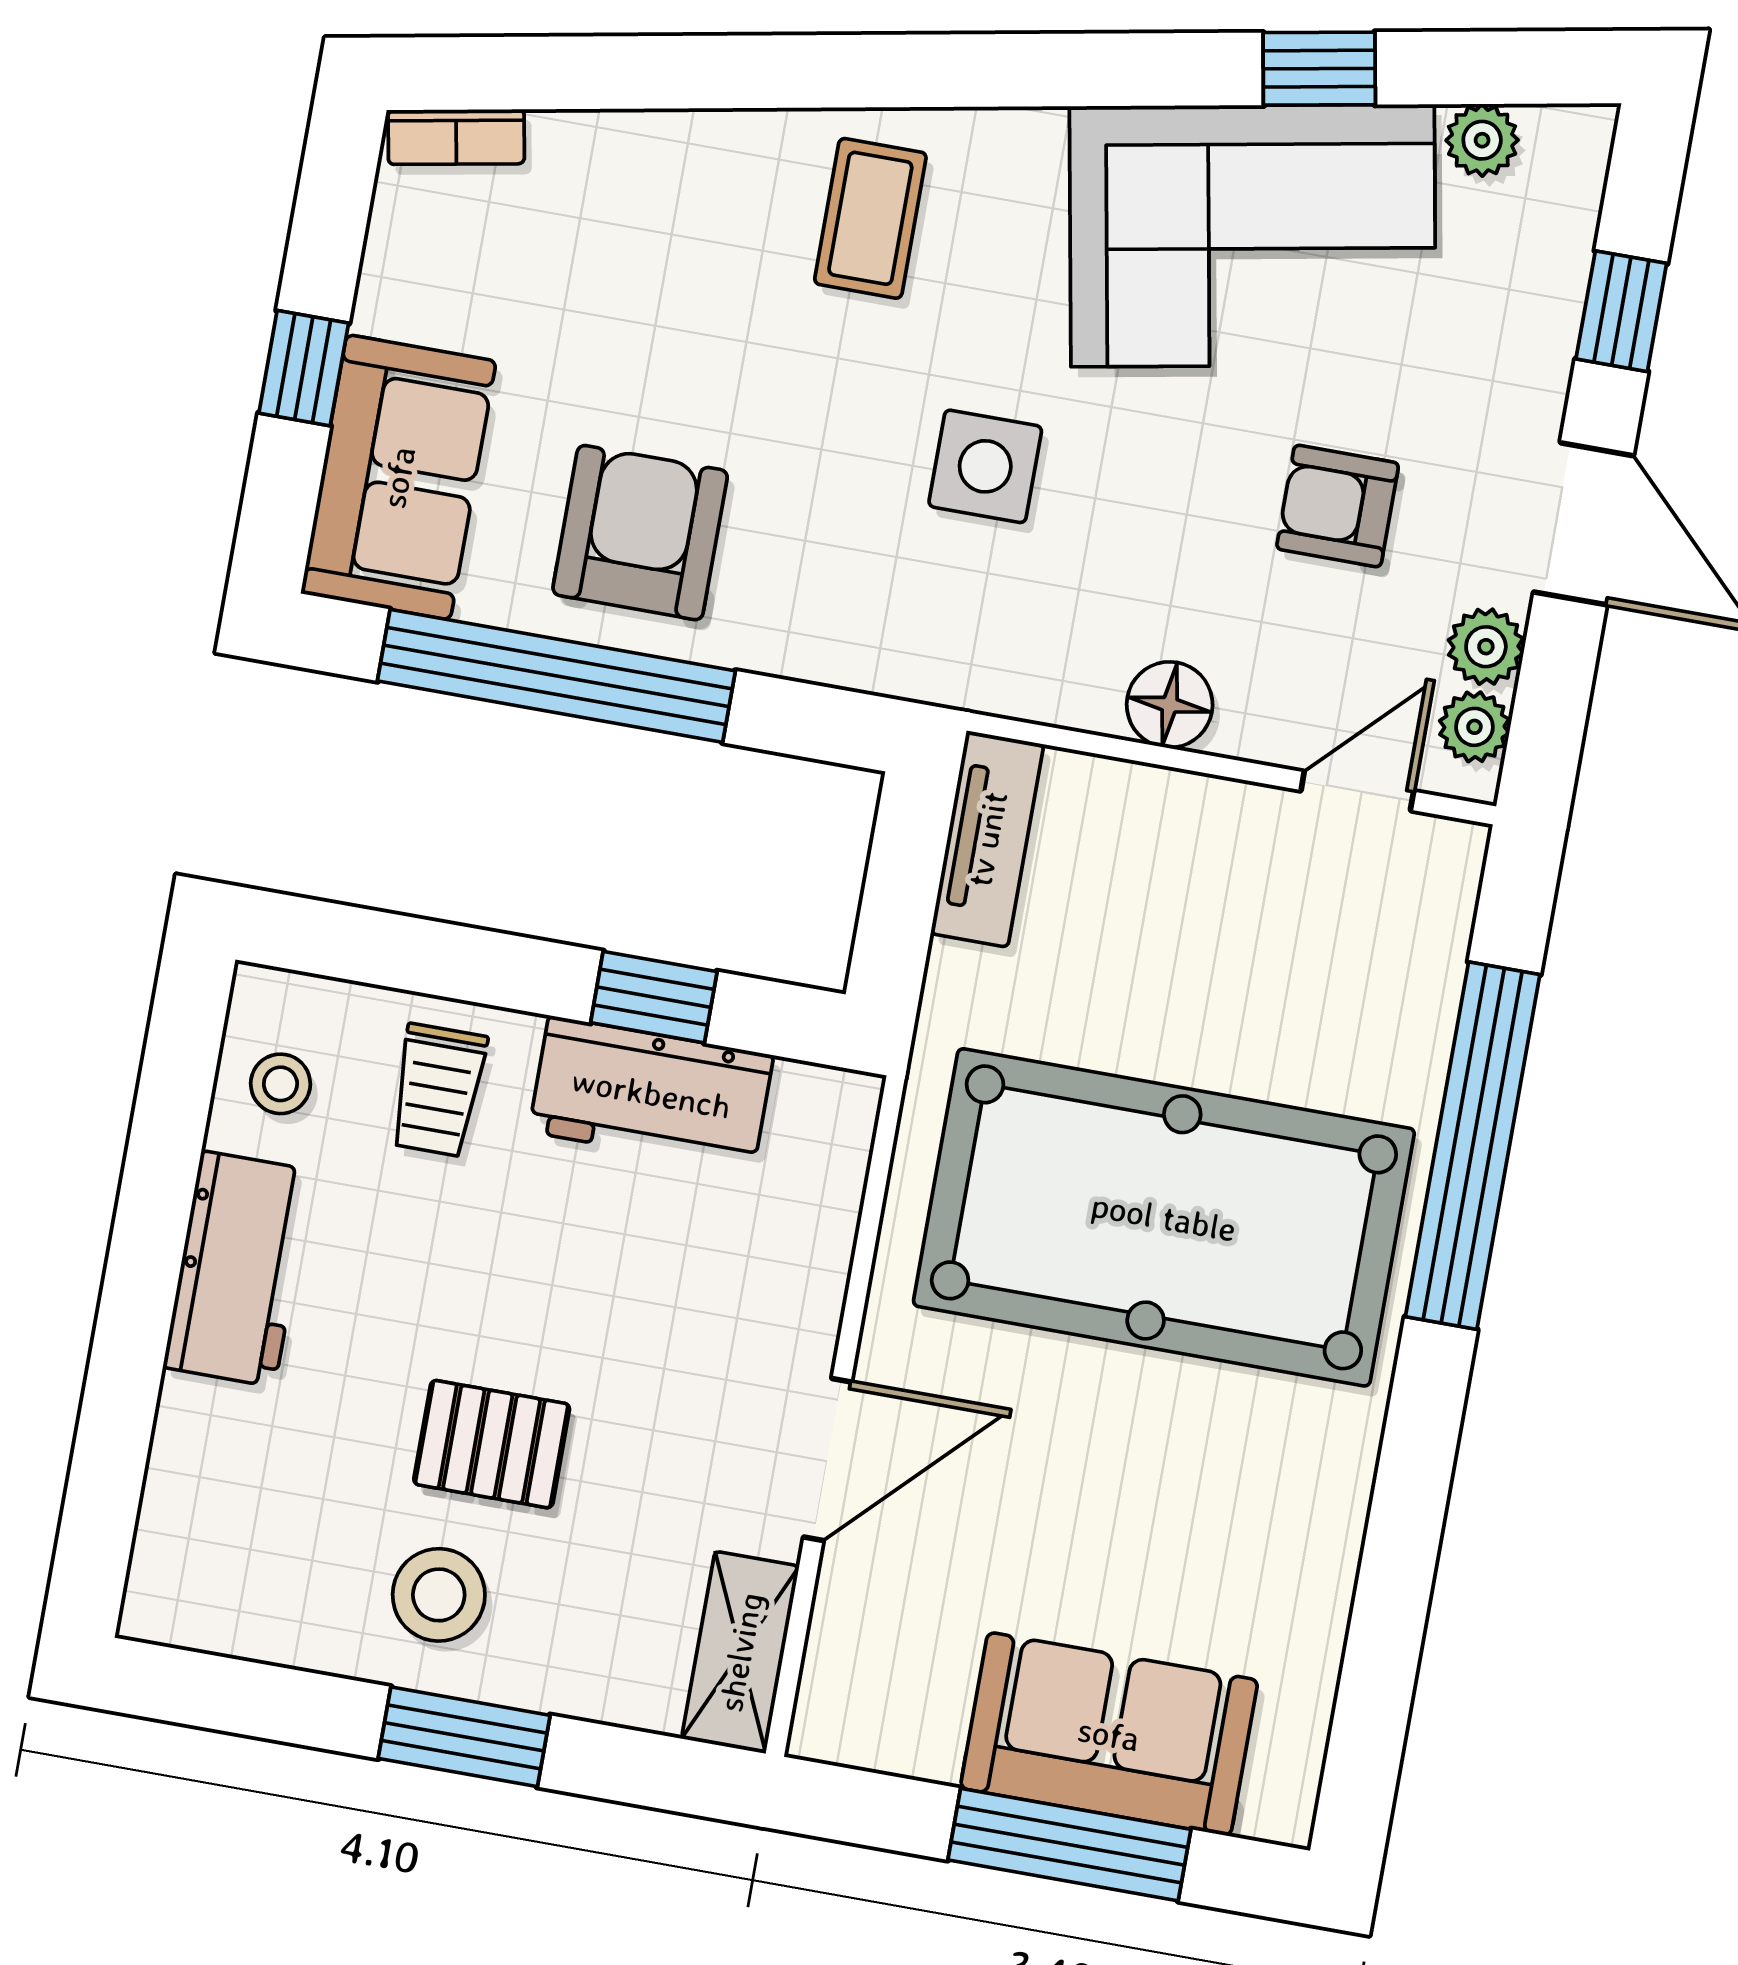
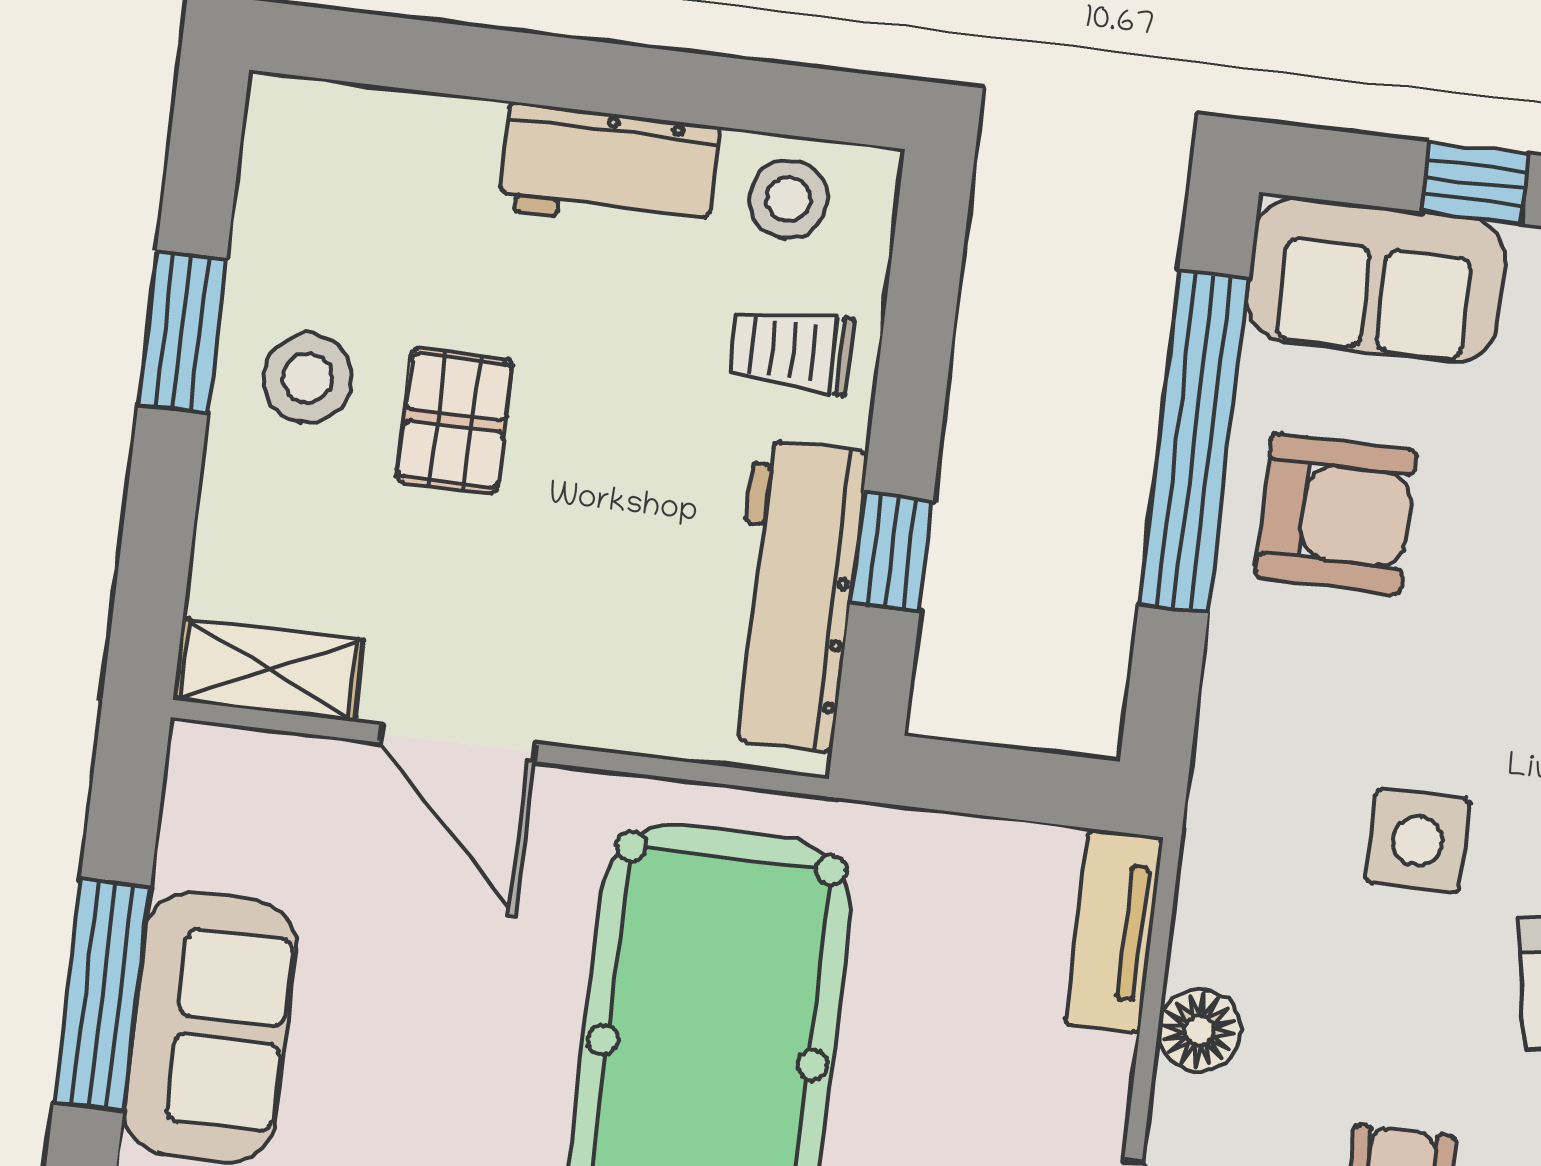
tv unit: (987, 839) -> (1114, 931), moved, turned 90
stool: (280, 1084) -> (788, 199), width x1.37, depth x1.37
workbench: (651, 1093) -> (794, 595), width x1.38
window: (464, 1737) -> (182, 332), moved

